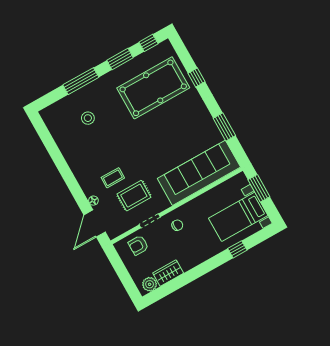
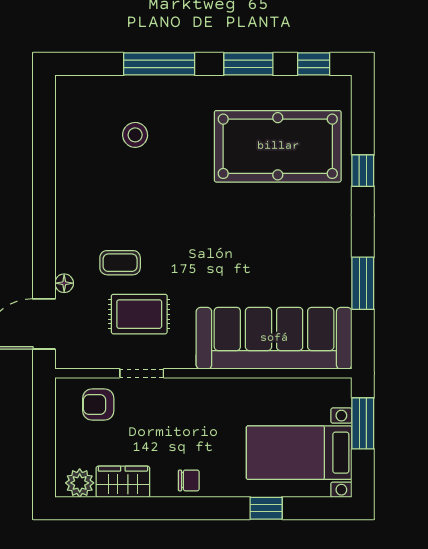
chair: (177, 225) -> (189, 480), moved

